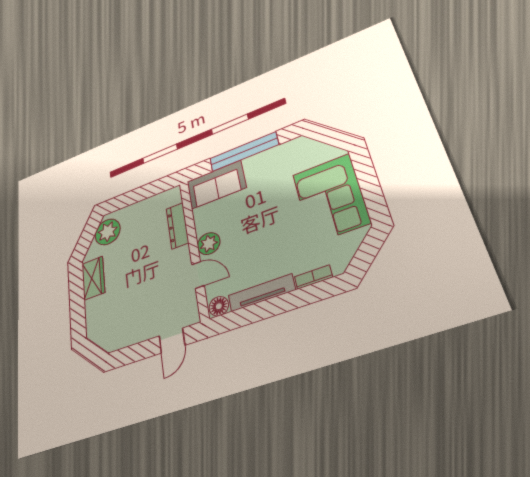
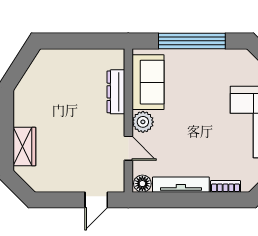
sofa: (216, 185) -> (148, 82), moved, turned -90
plant: (108, 232) -> (43, 69), removed
wardrobe: (93, 278) -> (24, 147), moved

